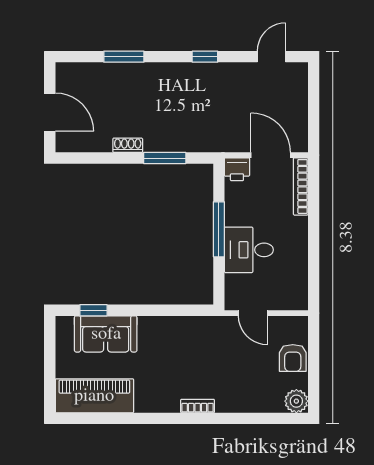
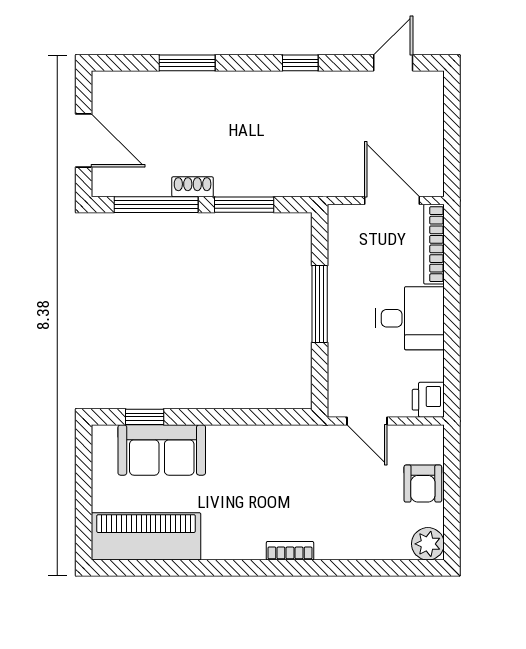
window: (102, 158) -> (156, 205), added
printer: (237, 169) -> (428, 400), moved, turned 90
desk: (249, 250) -> (410, 318), moved, turned 180

